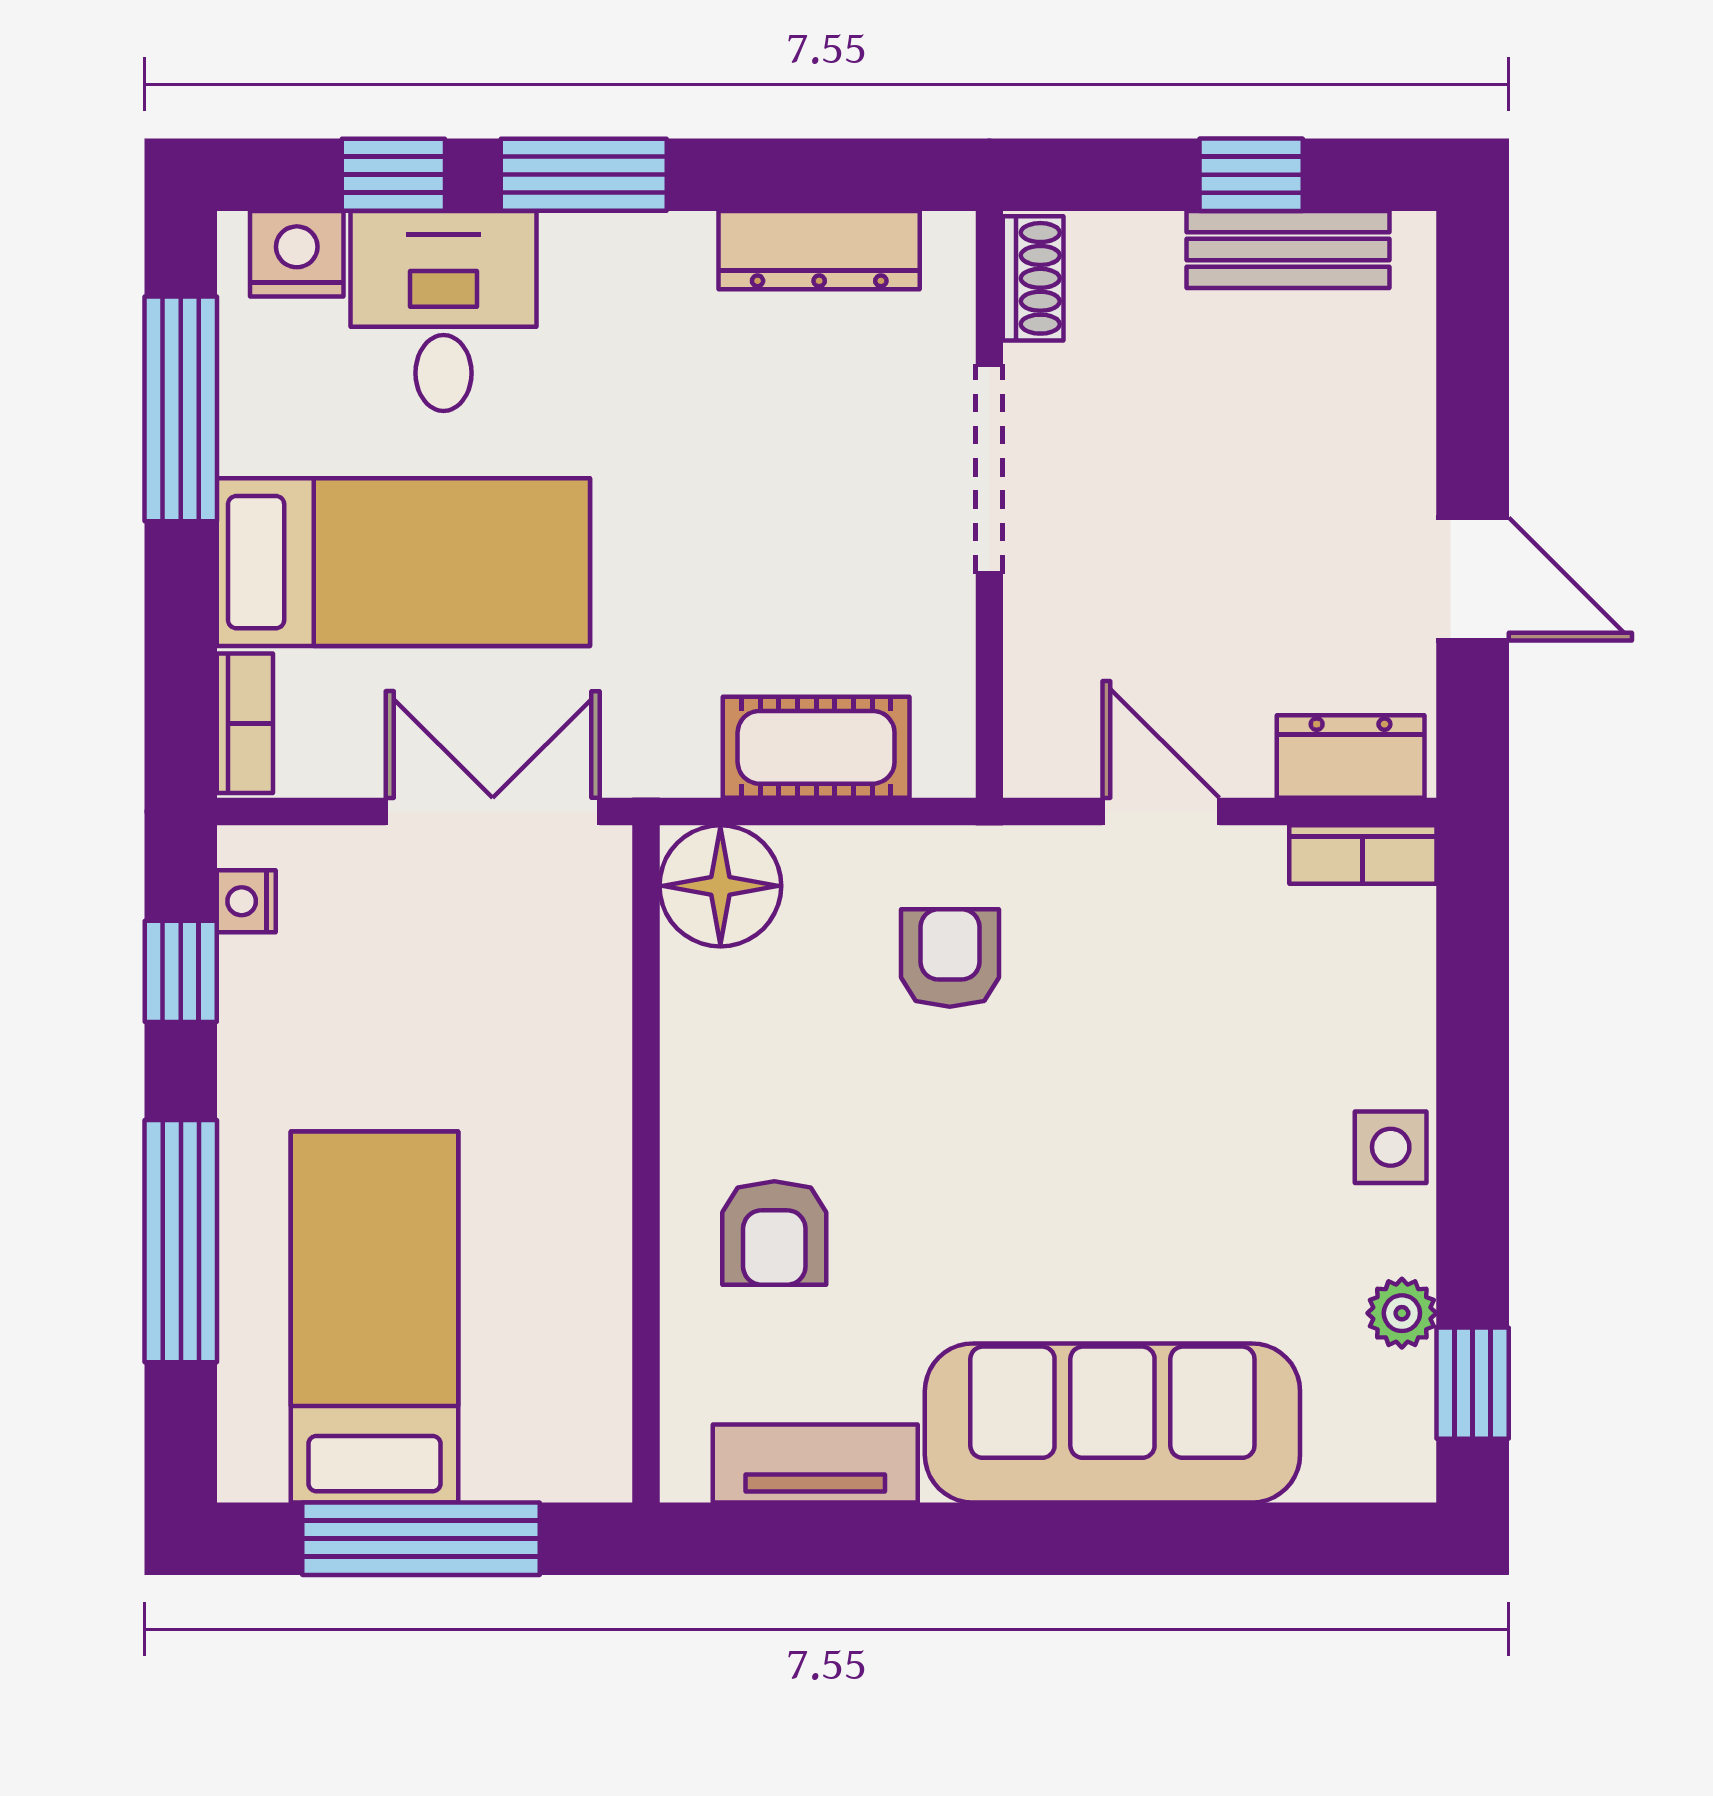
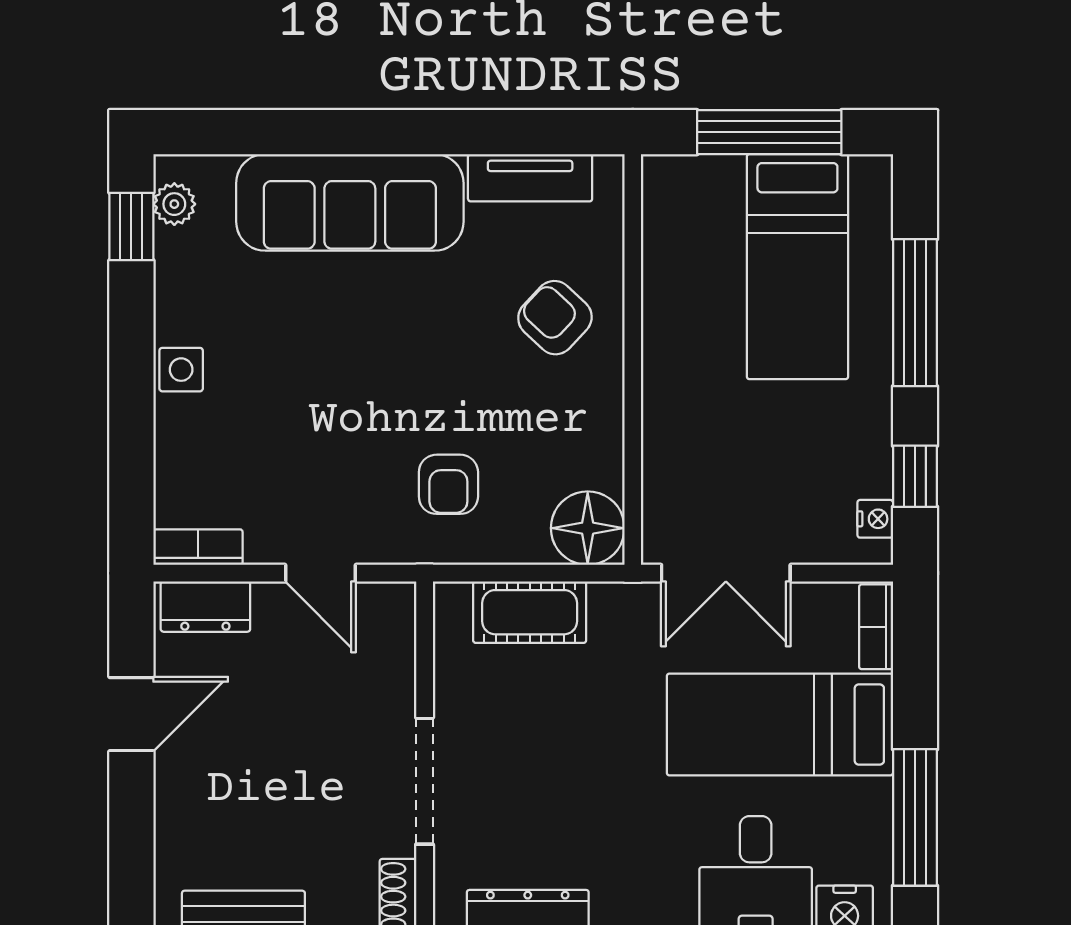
door: (1473, 579) -> (131, 714), swing flipped
armchair: (774, 1233) -> (555, 318), turned -47
plant: (1402, 1313) -> (174, 204), moved

